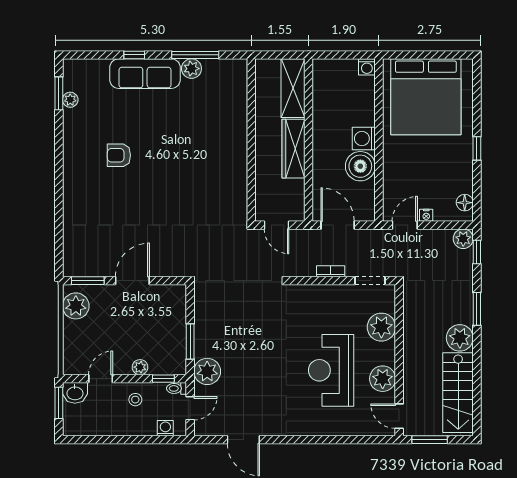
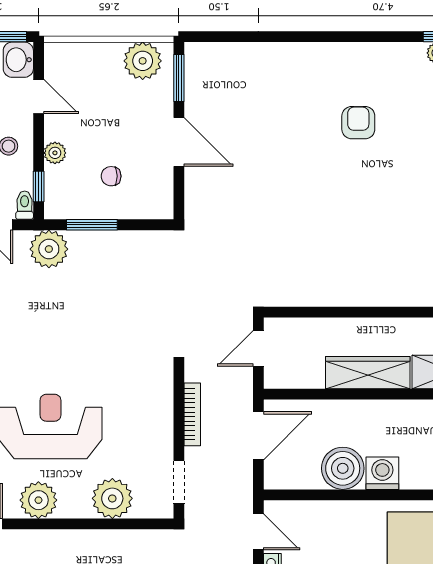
bookcase: (331, 271) -> (192, 414), width x1.56
chair: (156, 328) -> (111, 176), added

